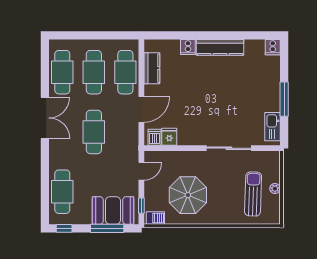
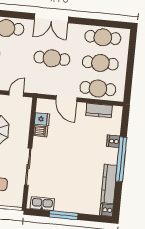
window: (209, 35) -> (121, 159), added
kitchen counter: (220, 47) -> (109, 184), moved
double door: (45, 118) -> (51, 18), moved
dishwasher: (155, 137) -> (40, 131), moved
door: (141, 171) -> (16, 94), swing flipped

